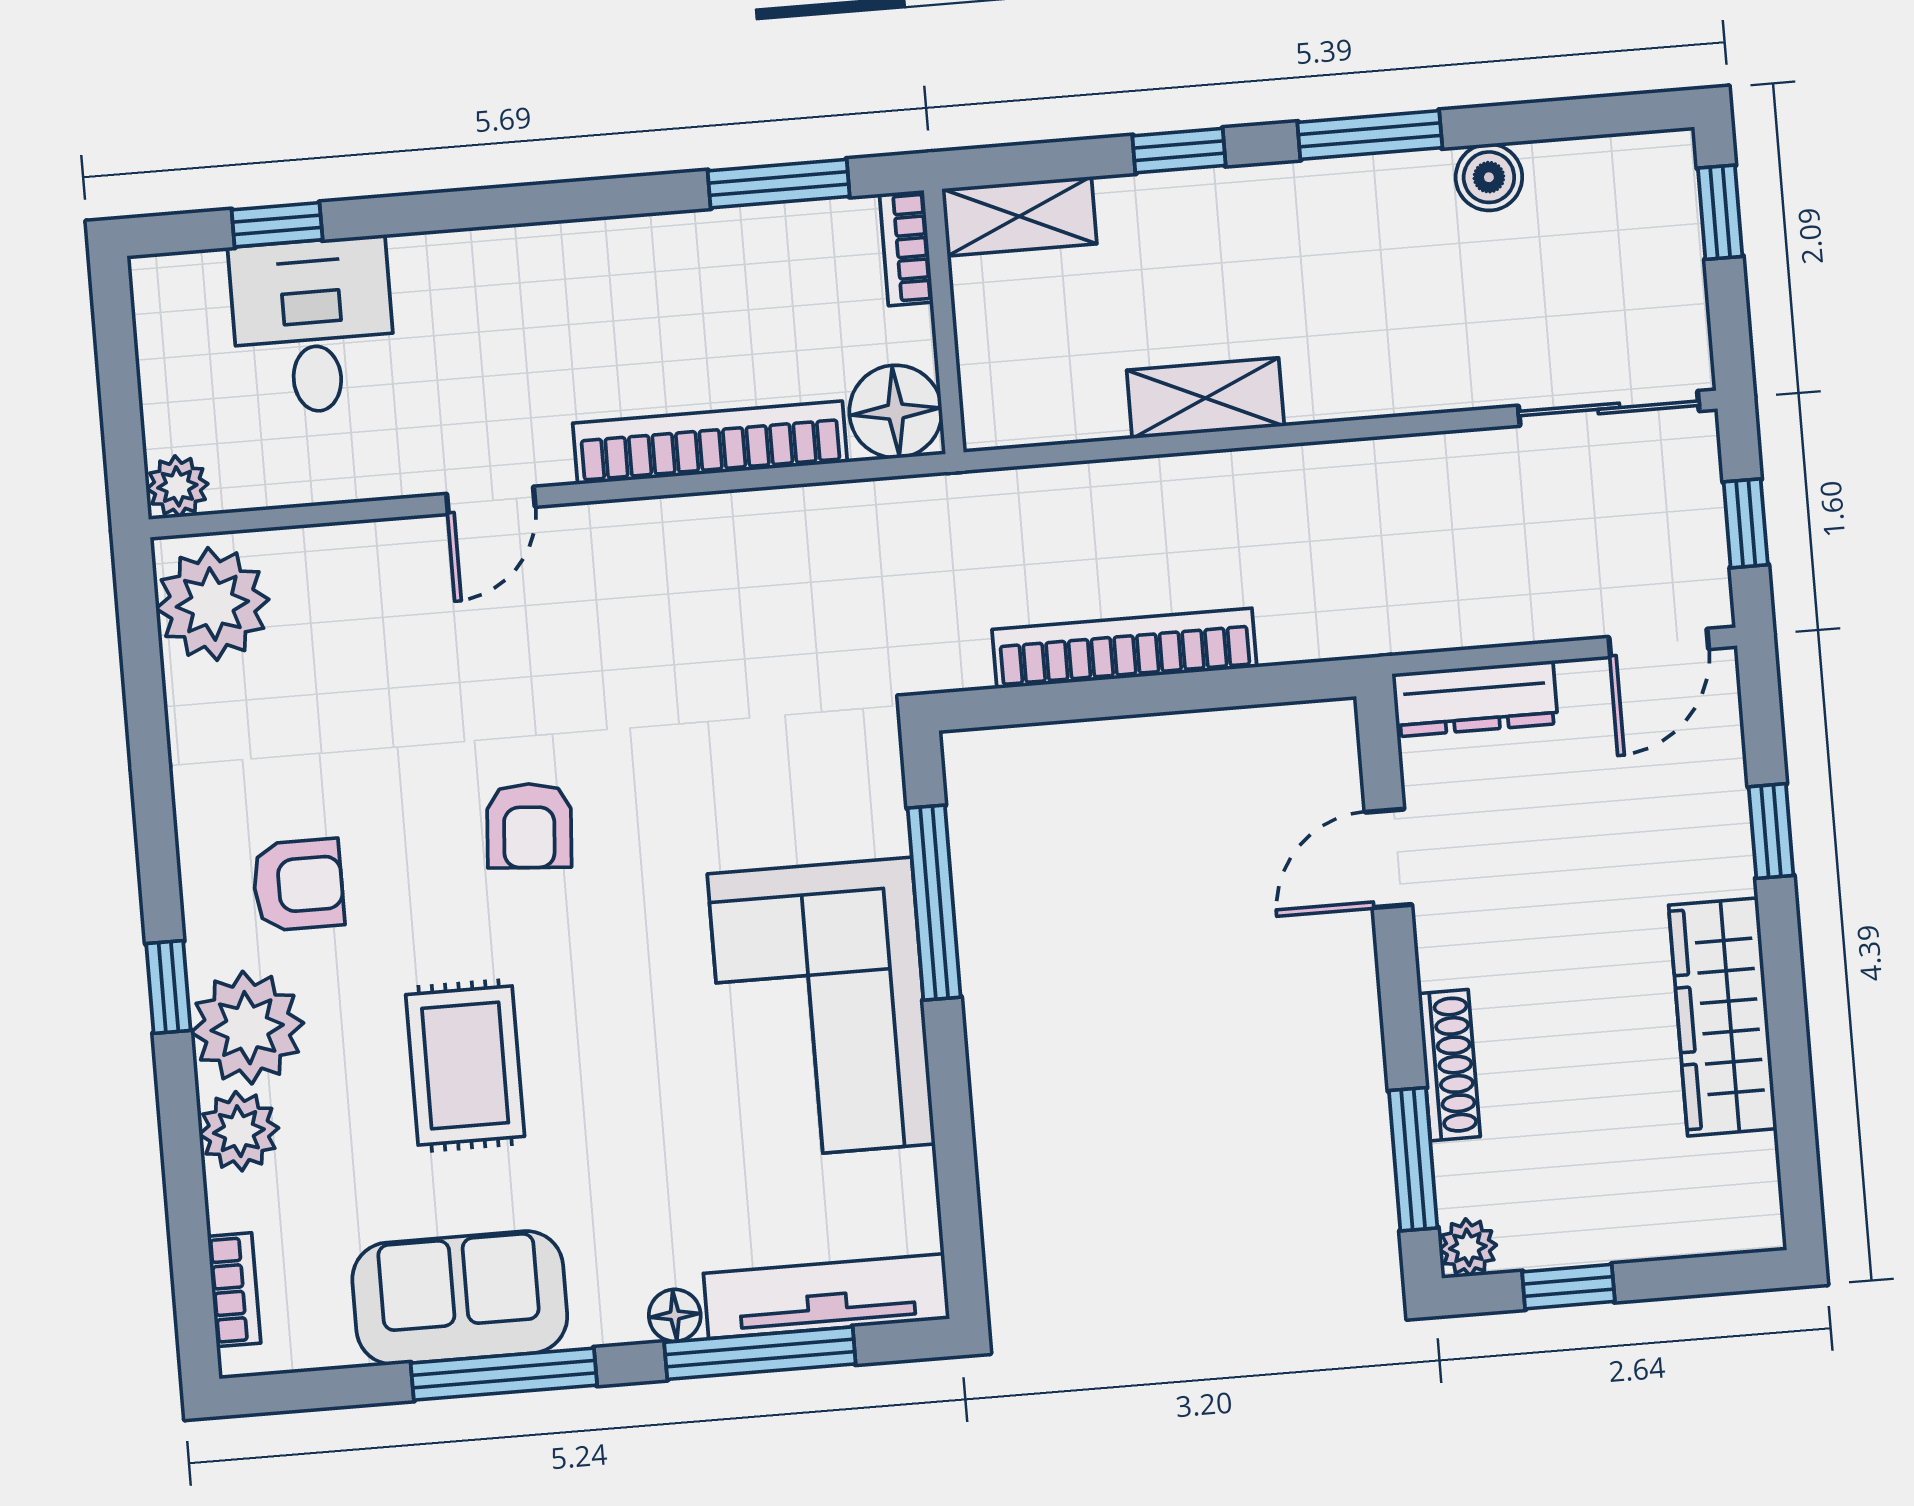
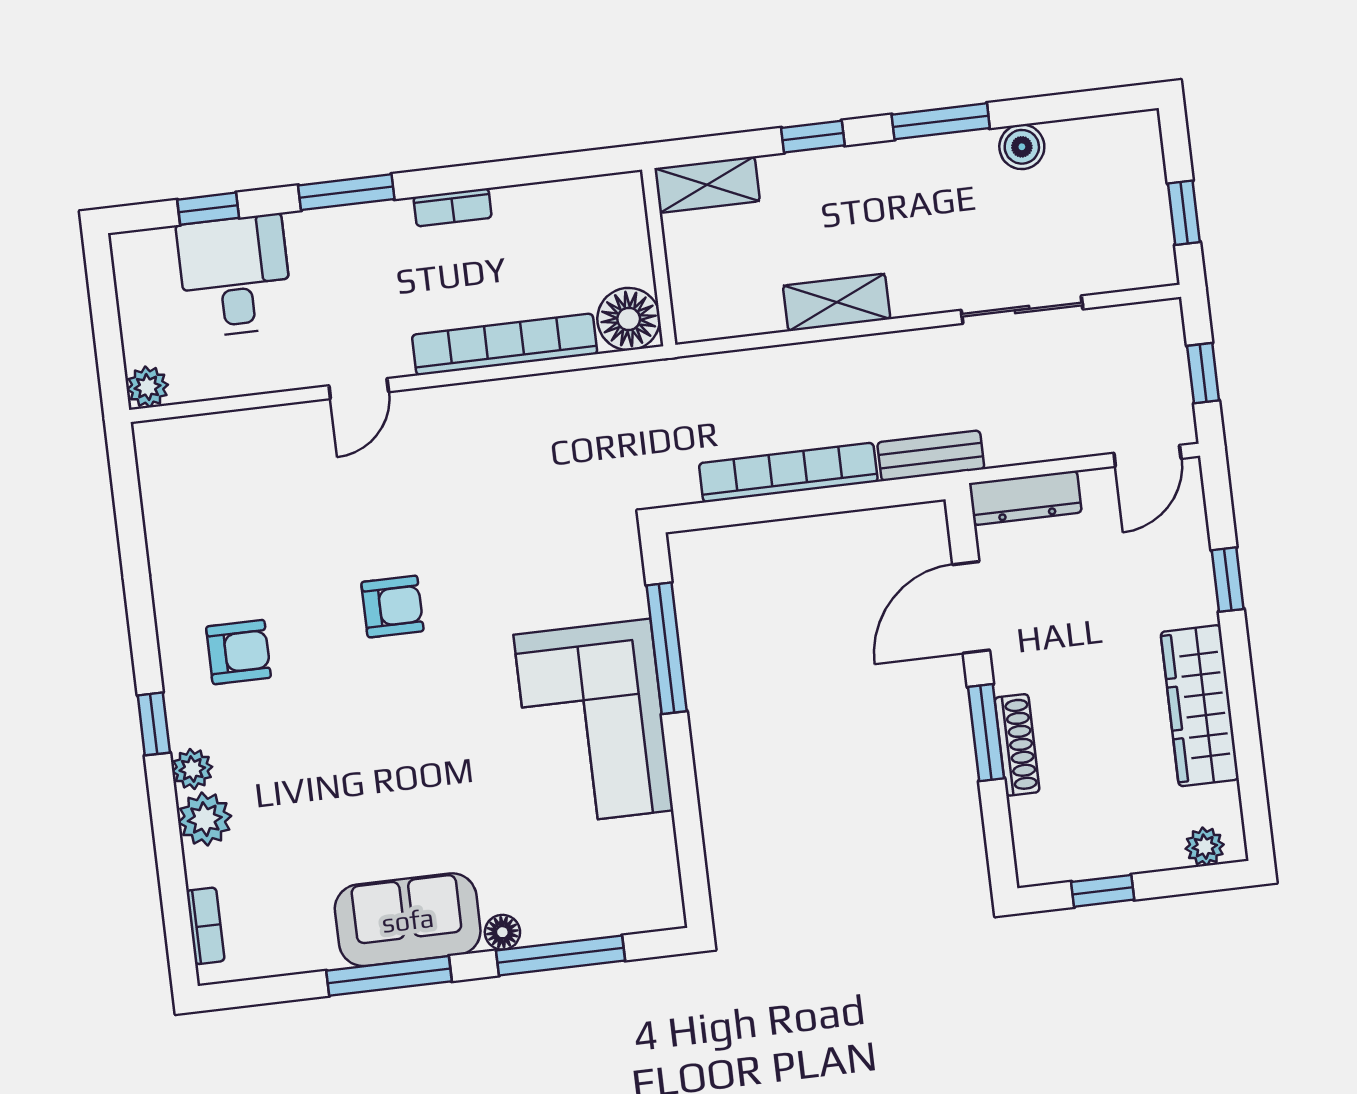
window: (779, 184) -> (346, 192), moved
window: (1720, 212) -> (1184, 213), moved
bookcase: (906, 248) -> (453, 207), moved, turned -90
sliding door: (1609, 408) -> (1022, 310), moved
plant: (212, 604) -> (174, 465), removed
bench: (1337, 631) -> (931, 456), added
armchair: (529, 826) -> (392, 607), turned -94
door: (1388, 858) -> (971, 607), width x1.38
plant: (247, 1028) -> (192, 769), width x0.53, depth x0.53
rug: (465, 1066) -> (355, 769), removed
window: (1413, 1159) -> (986, 733), moved
plant: (1468, 1247) -> (1205, 847), moved
tv unit: (827, 1296) -> (604, 915), removed
sofa: (460, 1298) -> (408, 920), moved

